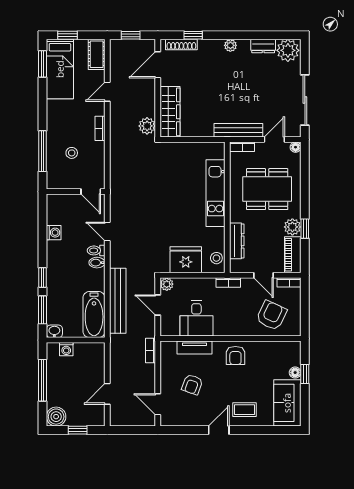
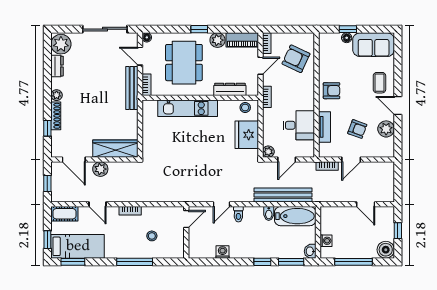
shoe rack: (181, 45) -> (56, 116), moved
plant: (147, 126) -> (100, 169), moved
window: (43, 151) -> (135, 262), moved
window: (305, 229) -> (199, 29), moved
bidet: (97, 263) -> (269, 213), moved
door: (158, 404) -> (351, 159), moved
plant: (192, 417) -> (386, 129), added

